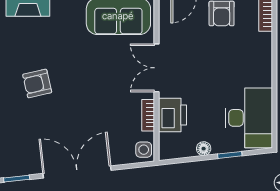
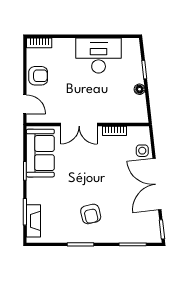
printer: (173, 115) -> (114, 113), removed
desk: (249, 118) -> (99, 55), moved
side table: (144, 150) -> (142, 151), moved

